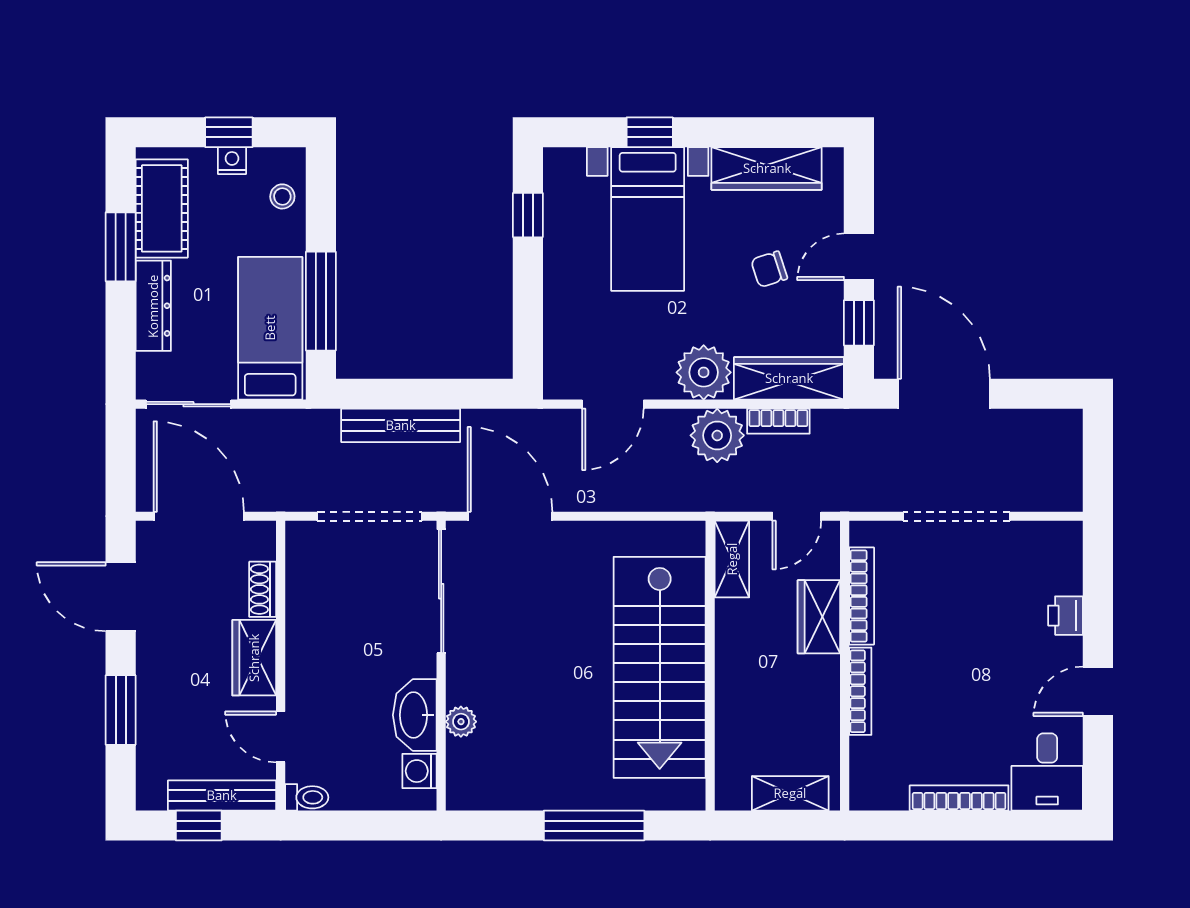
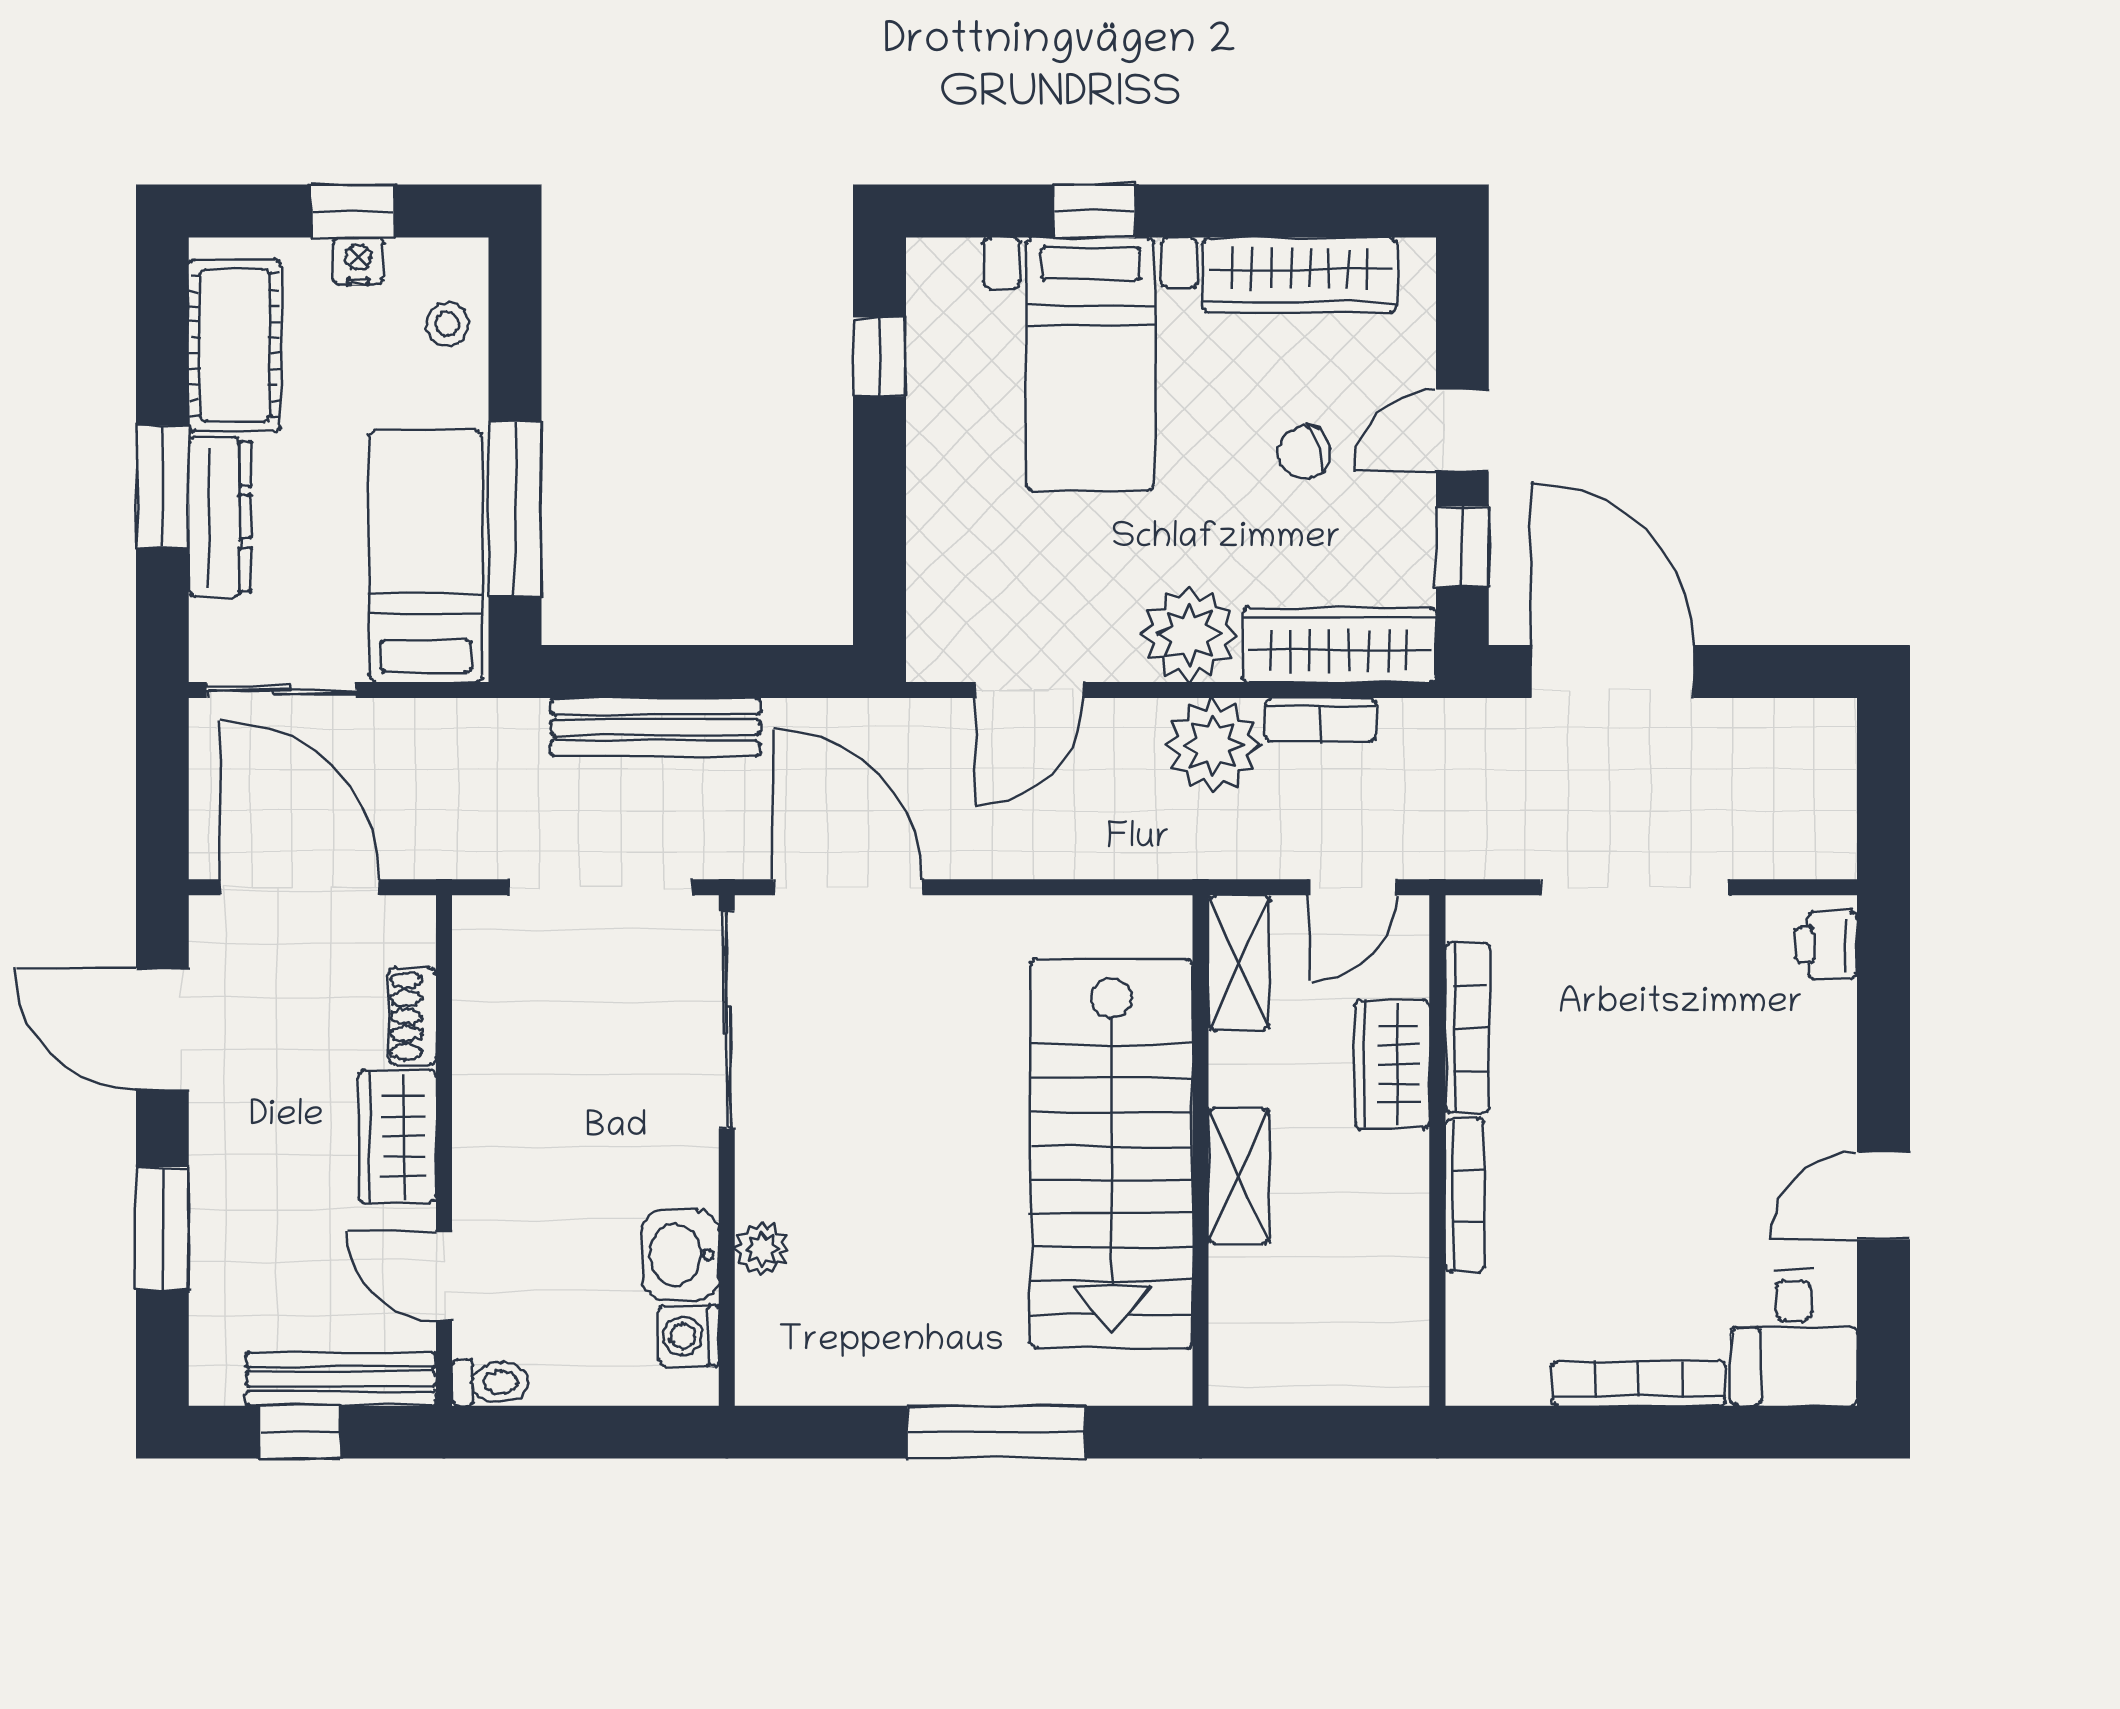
window: (121, 247) -> (162, 487), moved
printer: (1066, 616) -> (1826, 945), moved
washbasin: (415, 715) -> (680, 1255), width x0.72
shelving: (790, 793) -> (1239, 1176), moved, turned 90

